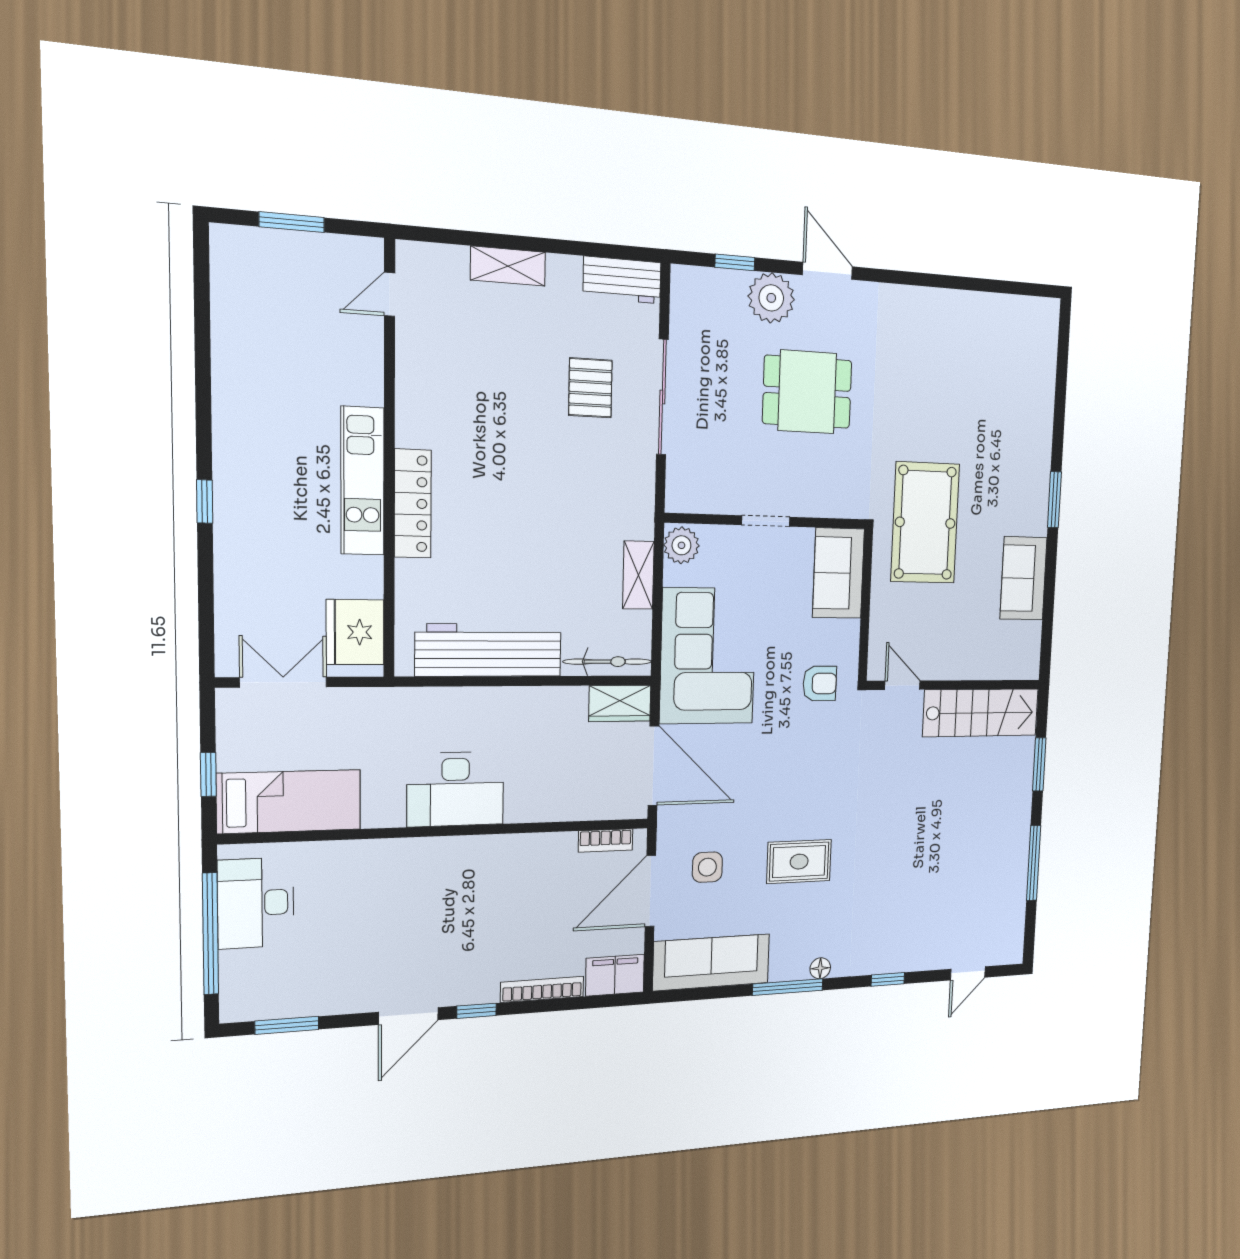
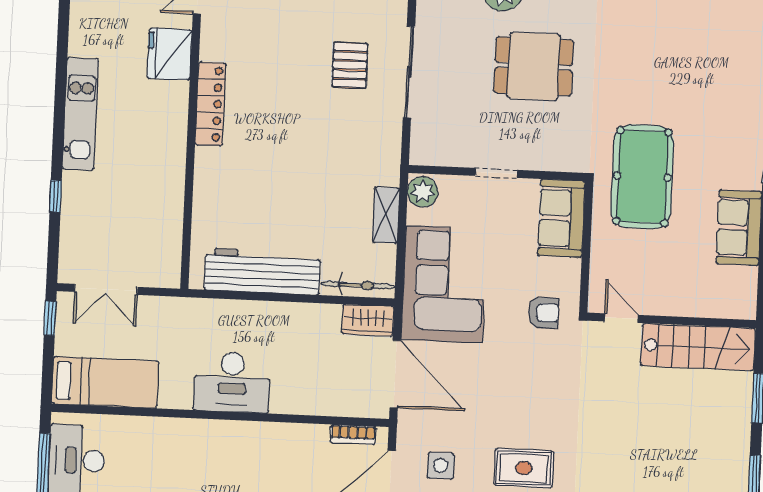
kitchen unit: (363, 481) -> (81, 114), moved, turned 180
window: (205, 501) -> (56, 196), moved
locker: (413, 504) -> (210, 104), moved
fridge: (355, 632) -> (170, 54), moved
double door: (283, 682) -> (106, 289), swing flipped
window: (208, 774) -> (50, 318), moved

